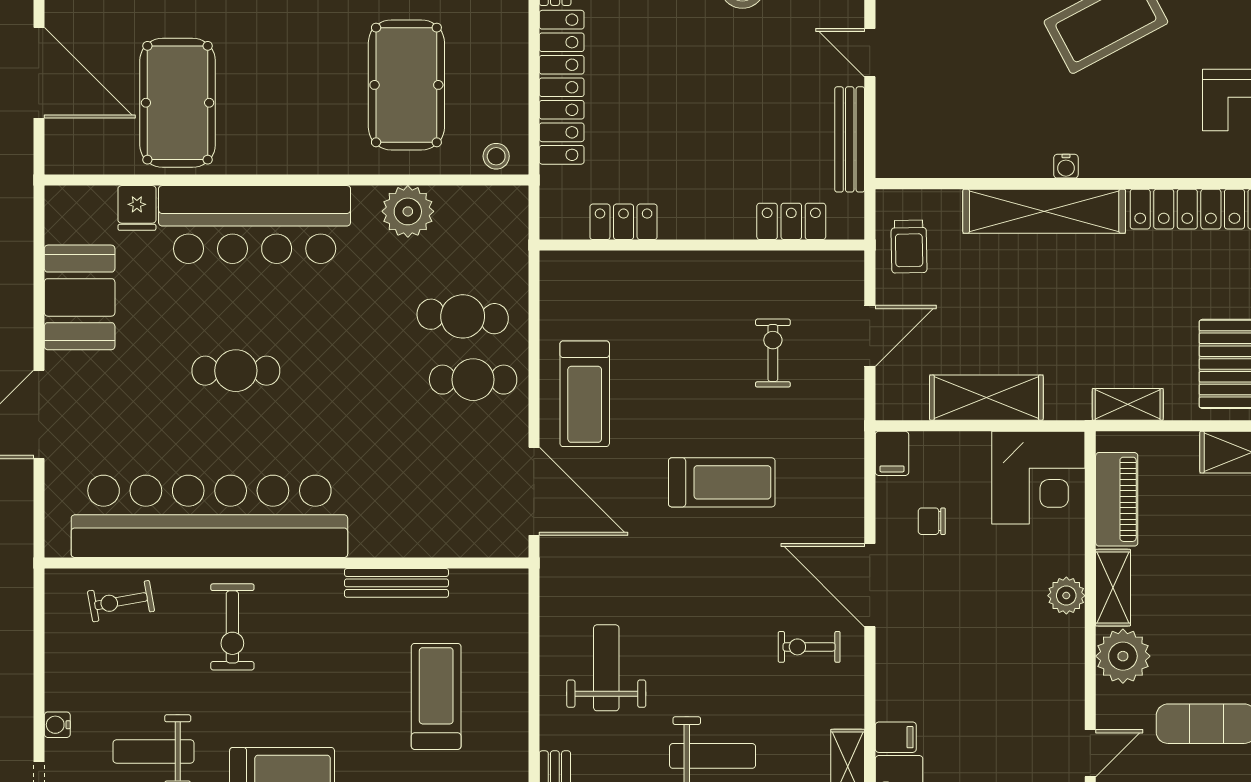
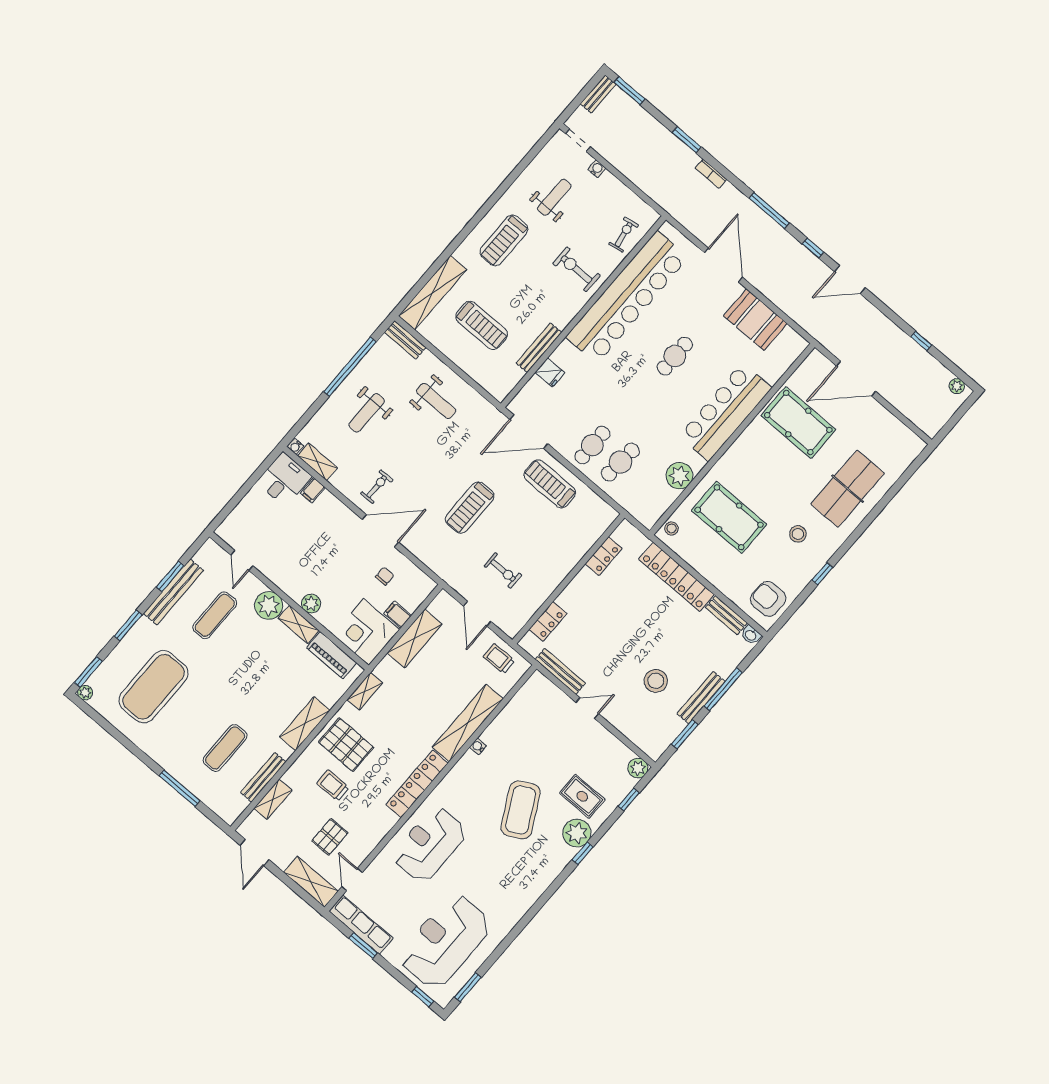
fridge: (137, 208) -> (550, 372), moved, turned 180
filing cabinet: (892, 453) -> (398, 614), moved

